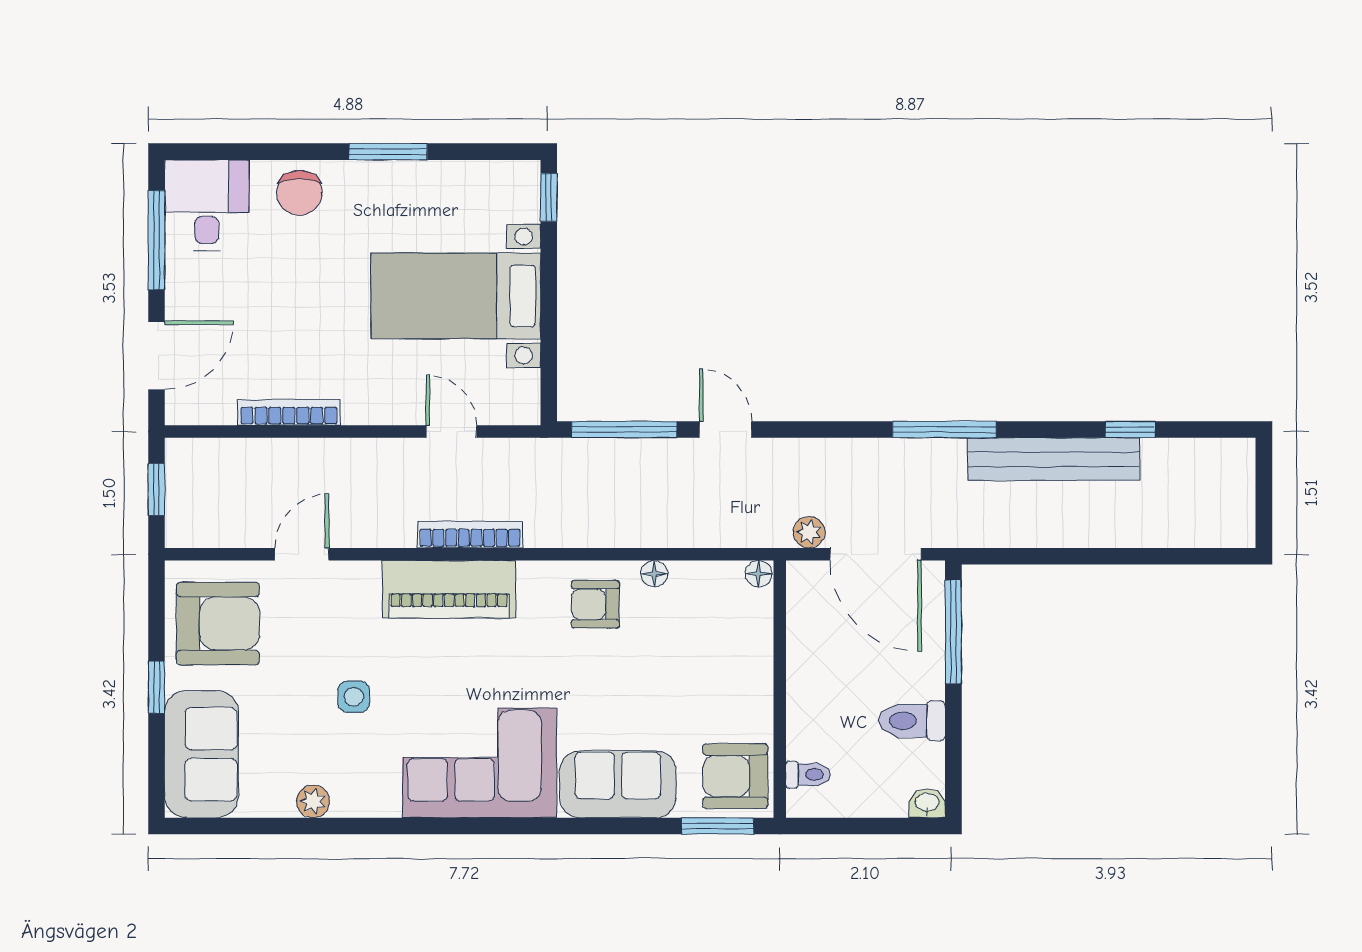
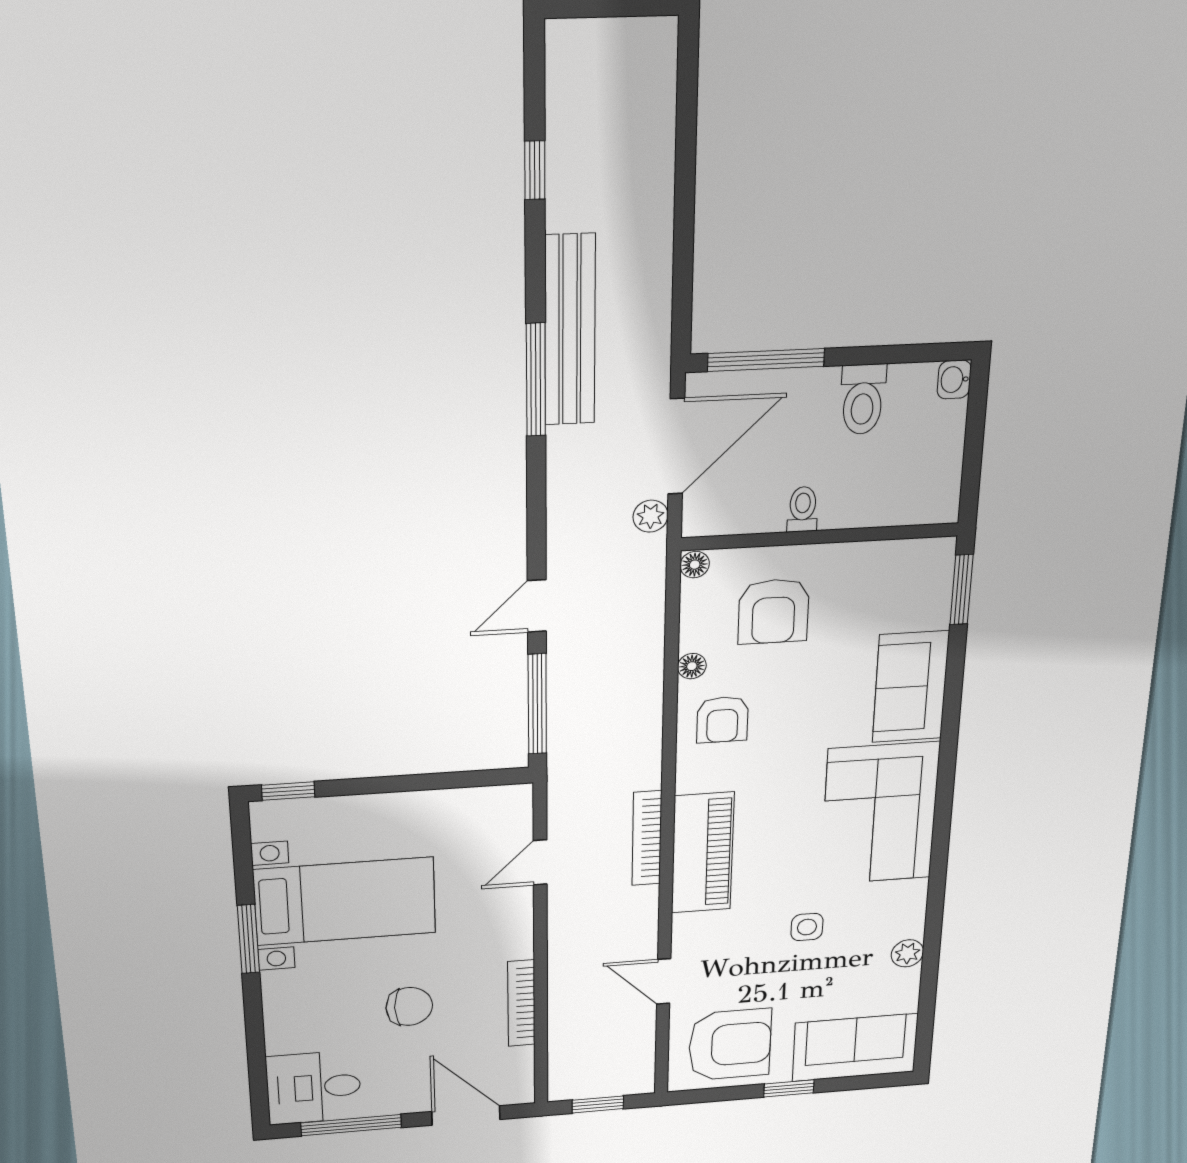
chair: (299, 193) -> (409, 1006), moved
bed with nightstands: (456, 296) -> (345, 901), moved, turned -90
bench: (1054, 459) -> (570, 330), moved
armchair: (218, 624) -> (730, 1045), turned 90
toilet: (808, 775) -> (803, 509), moved
armchair: (735, 776) -> (774, 611), moved

